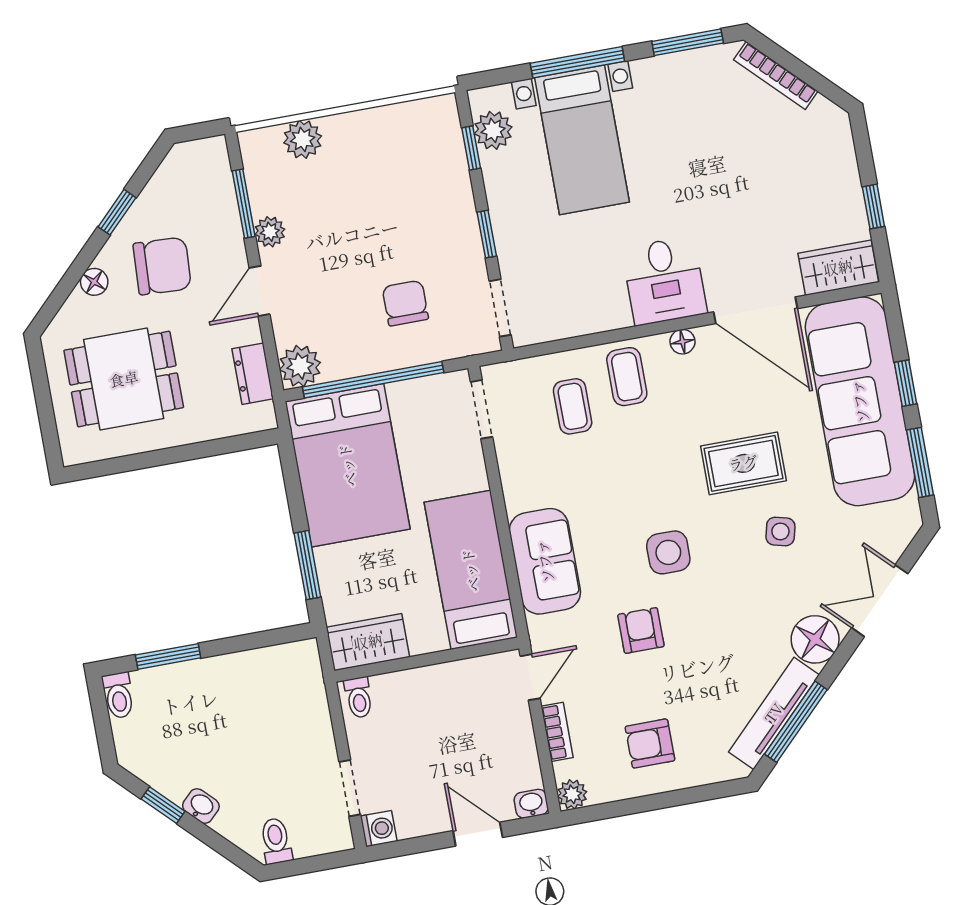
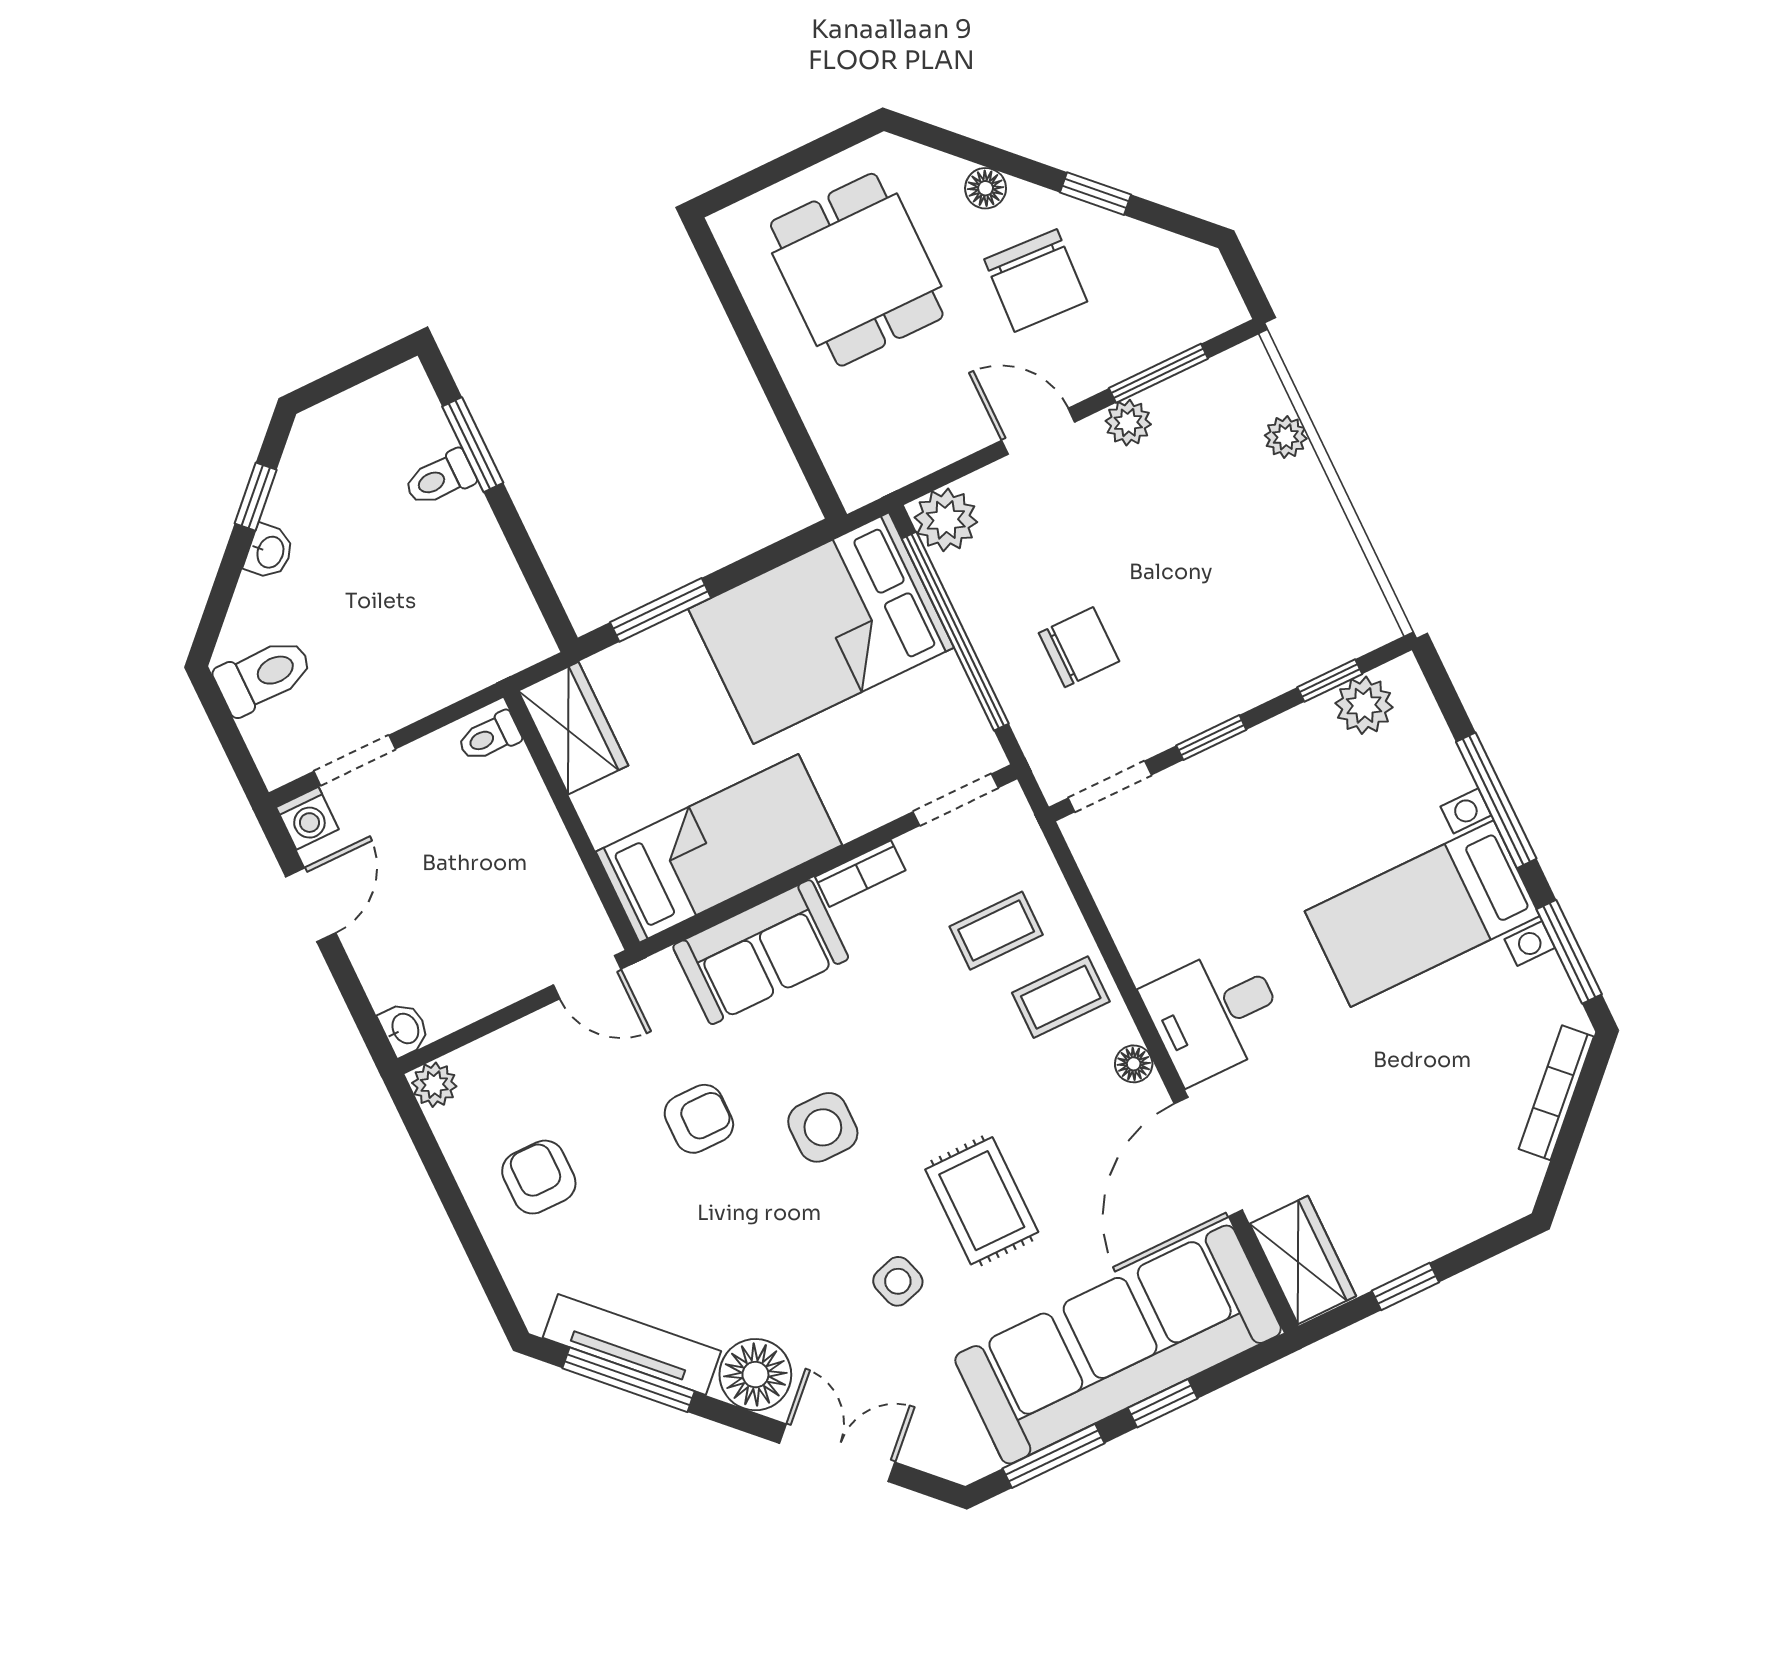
plant: (303, 139) -> (1286, 437), width x0.73, depth x0.73
bed with nightstands: (582, 140) -> (1422, 914), moved
dresser: (253, 374) -> (916, 454), removed
side table: (780, 531) -> (898, 1281), turned -31
toilet: (118, 695) -> (440, 478), moved
bookcase: (557, 732) -> (860, 874), moved
door: (478, 834) -> (311, 905), moved
toilet: (276, 841) -> (264, 676), width x1.37, depth x1.39

